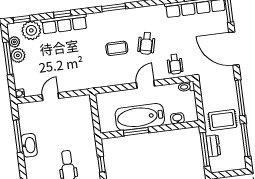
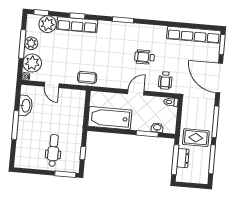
plant: (14, 42) -> (32, 63), moved, width x1.88, depth x1.88
wheelchair: (146, 43) -> (145, 57), turned 77
coffee table: (117, 48) -> (87, 78), moved
door: (50, 97) -> (52, 85), swing flipped
bathtub: (140, 117) -> (110, 118), moved
window: (136, 132) -> (147, 134), moved
window: (18, 136) -> (15, 125), moved
washbasin: (29, 145) -> (26, 106), moved

